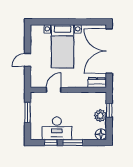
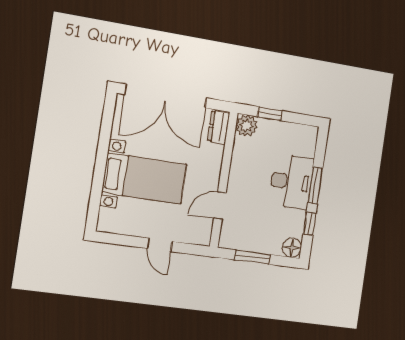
door: (54, 90) -> (220, 206), hinge flipped
plant: (100, 116) -> (247, 126), moved
desk: (57, 128) -> (291, 182), moved
floor lamp: (101, 134) -> (292, 248), moved

